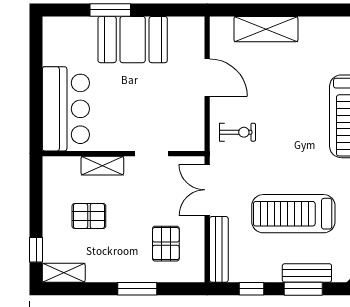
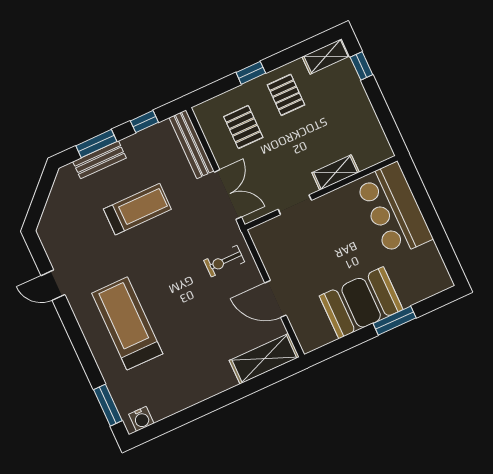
shelving: (266, 29) -> (264, 359), moved
treadmill: (293, 214) -> (137, 209), width x0.73, depth x0.73
pallet: (89, 216) -> (286, 95), moved, turned 90
window: (137, 289) -> (251, 73), width x0.67

